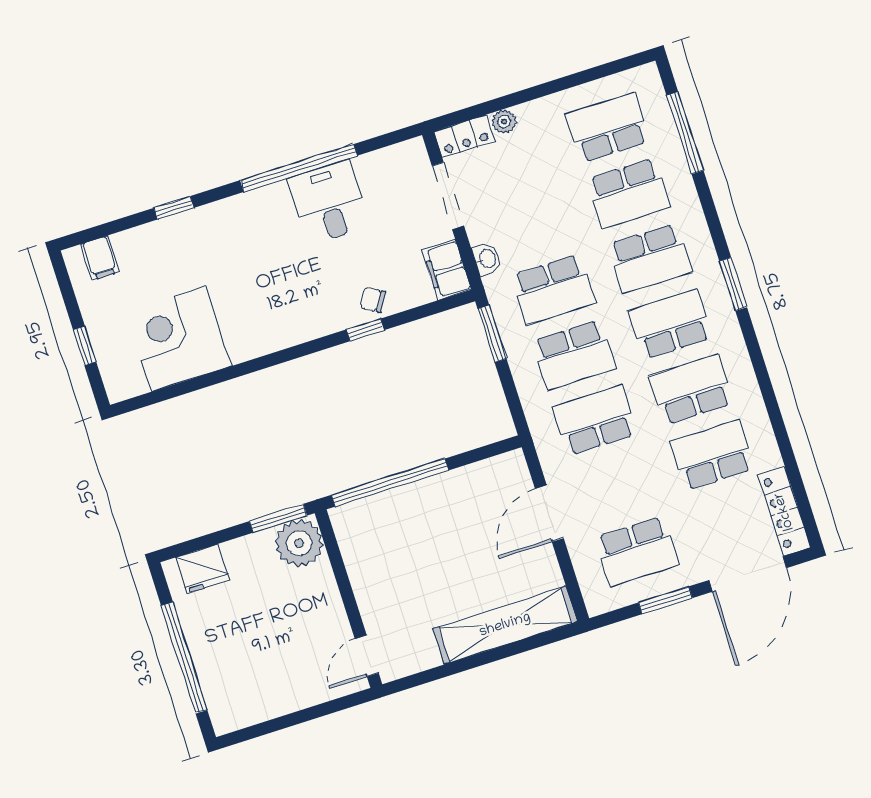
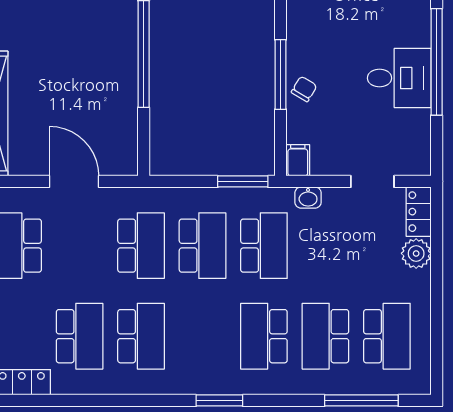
plant: (504, 122) -> (416, 253), width x1.38, depth x1.38
doorway: (448, 196) -> (372, 181), width x0.73
filing cabinet: (447, 270) -> (298, 160), width x0.50
school desk: (553, 289) -> (264, 246), turned 180
school desk: (671, 324) -> (202, 336), removed
window: (365, 330) -> (281, 74), width x2.17
school desk: (574, 355) -> (202, 246), turned 180

